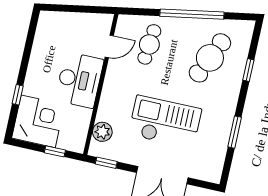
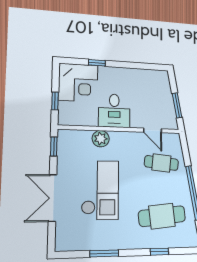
window: (85, 9) -> (177, 105), added
cafe table: (210, 58) -> (162, 216), turned -30
desk: (79, 80) -> (114, 111), width x0.73
plant: (102, 132) -> (101, 139), moved

